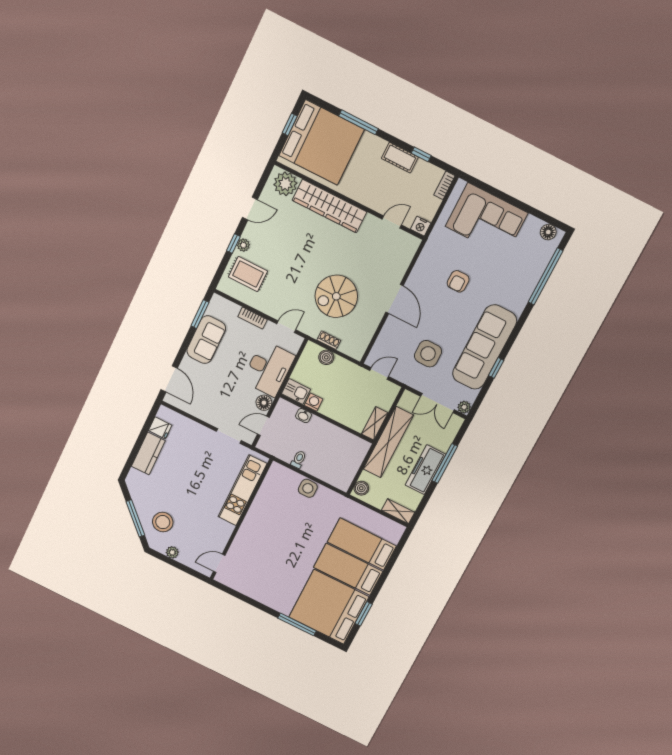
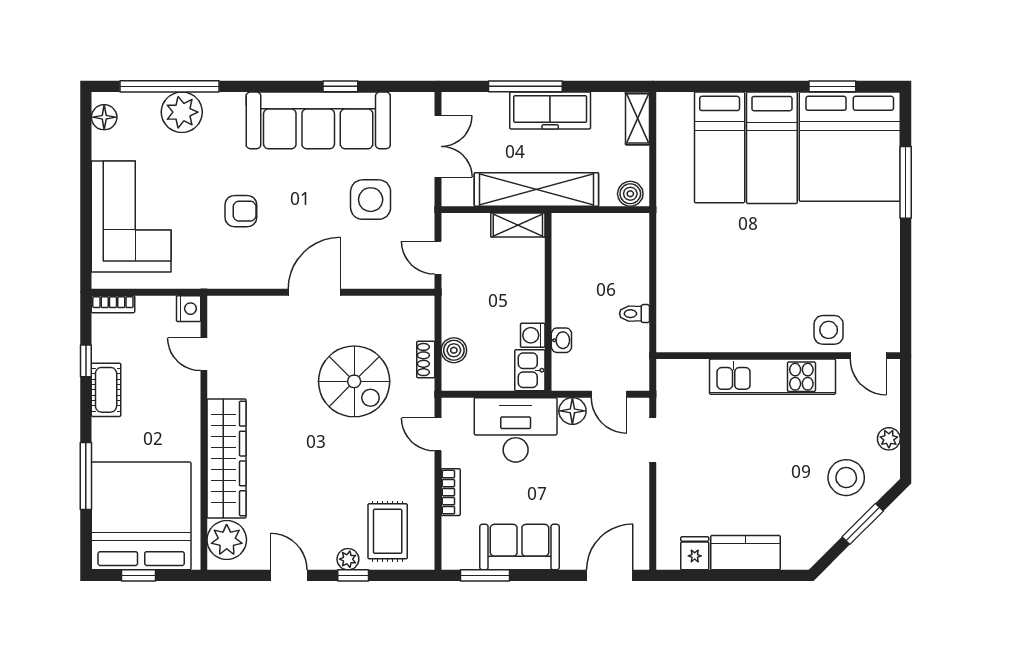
plant: (464, 407) -> (182, 112), moved, width x1.88, depth x1.88
side table: (308, 488) -> (829, 330), moved
kitchen unit: (242, 490) -> (773, 377), moved
window: (135, 518) -> (863, 524), width x0.69

